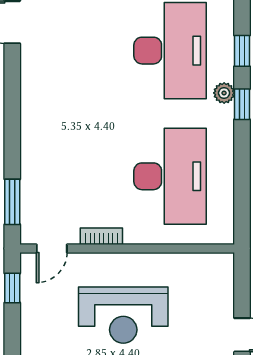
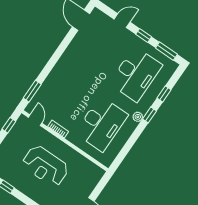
plant: (224, 93) -> (138, 117), moved
door: (52, 248) -> (35, 120), swing flipped

